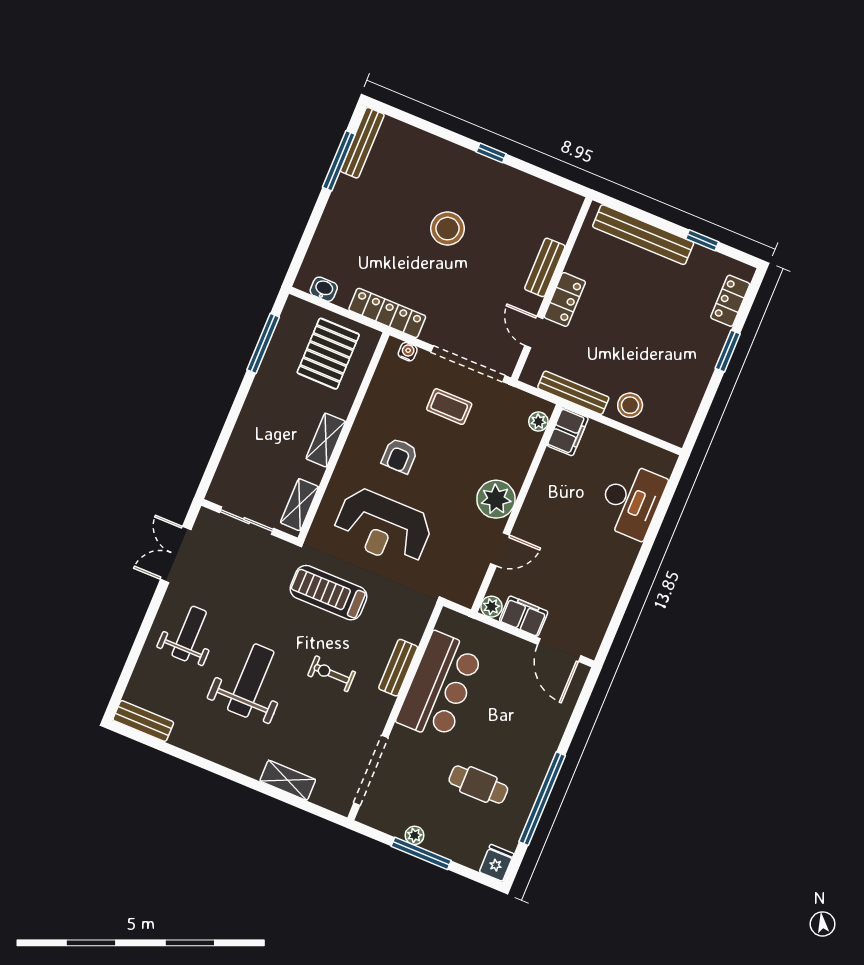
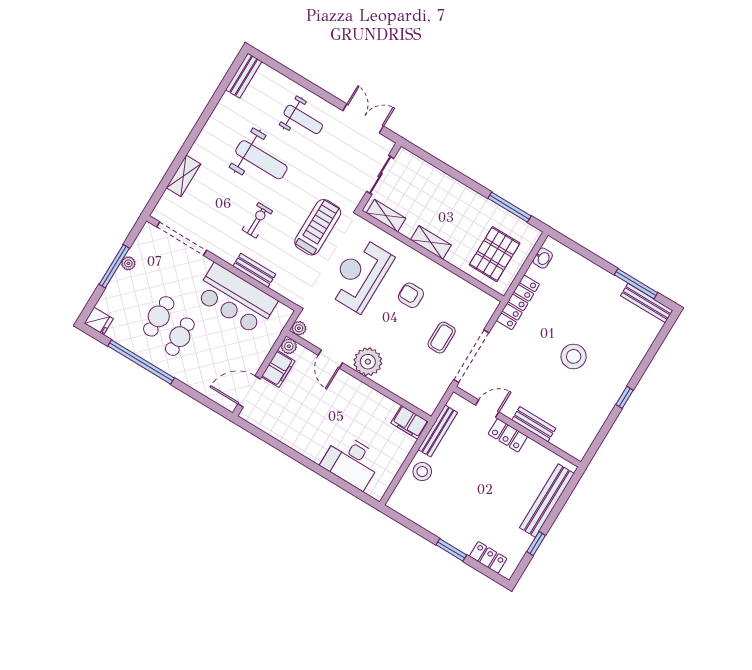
water cooler: (408, 352) -> (487, 313), removed
pallet: (328, 354) -> (495, 254), turned 90
plant: (538, 422) -> (299, 328), moved
cafe table: (501, 753) -> (180, 337), added

